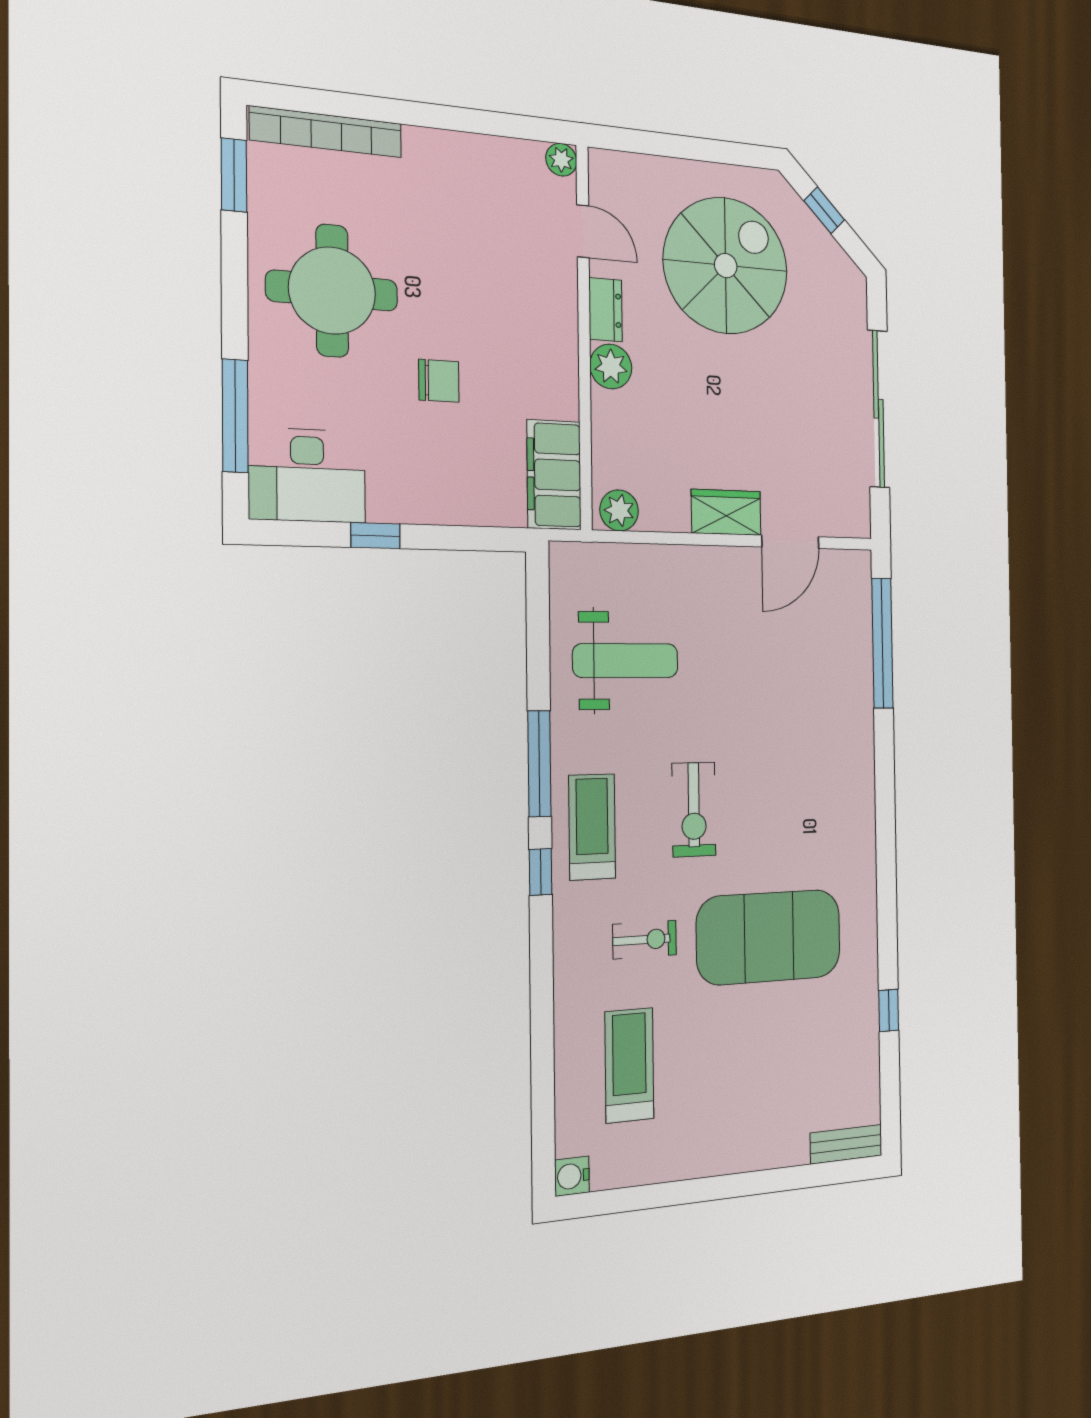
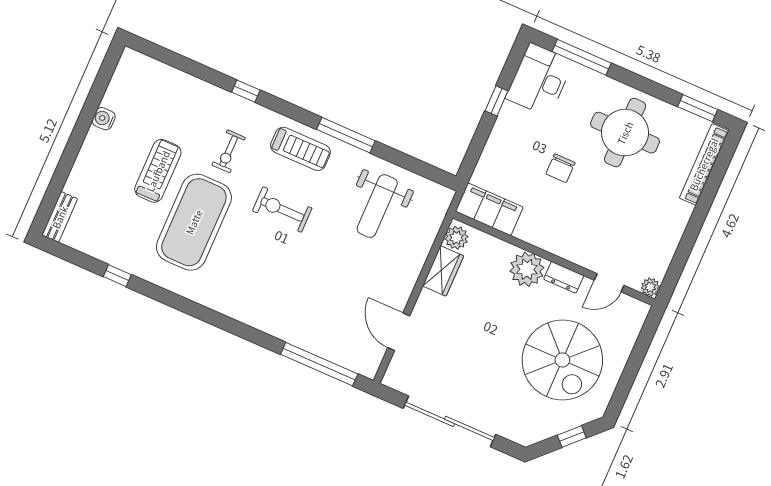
plant: (611, 366) -> (527, 269), width x1.36, depth x1.36
wardrobe: (726, 512) -> (443, 271), moved
window: (541, 872) -> (246, 91), moved
treadmill: (629, 1065) -> (158, 171), moved, turned -90
water cooler: (572, 1176) -> (104, 119), moved, turned -90

